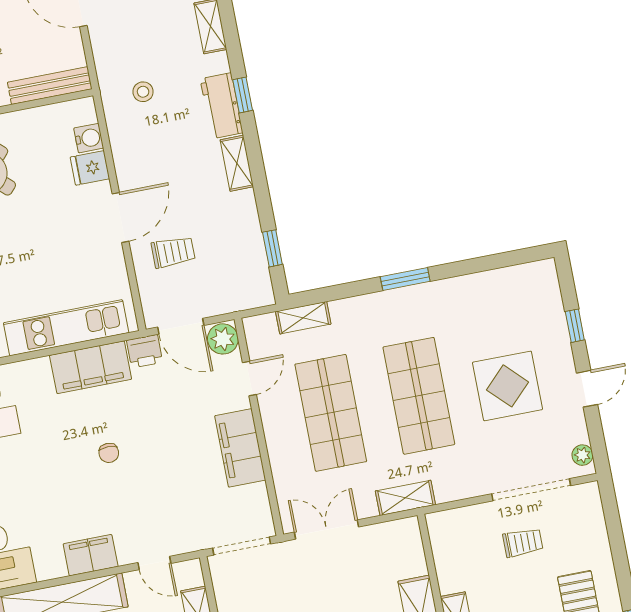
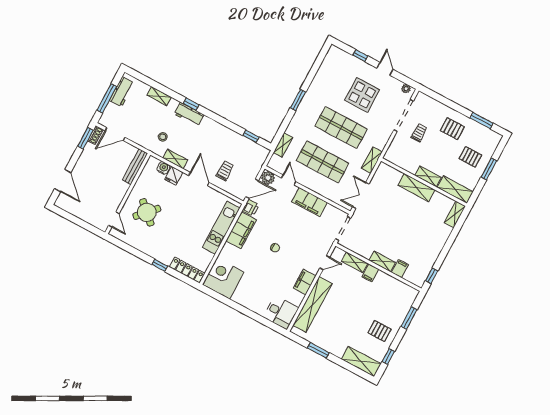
shelving: (237, 163) -> (175, 159), moved

